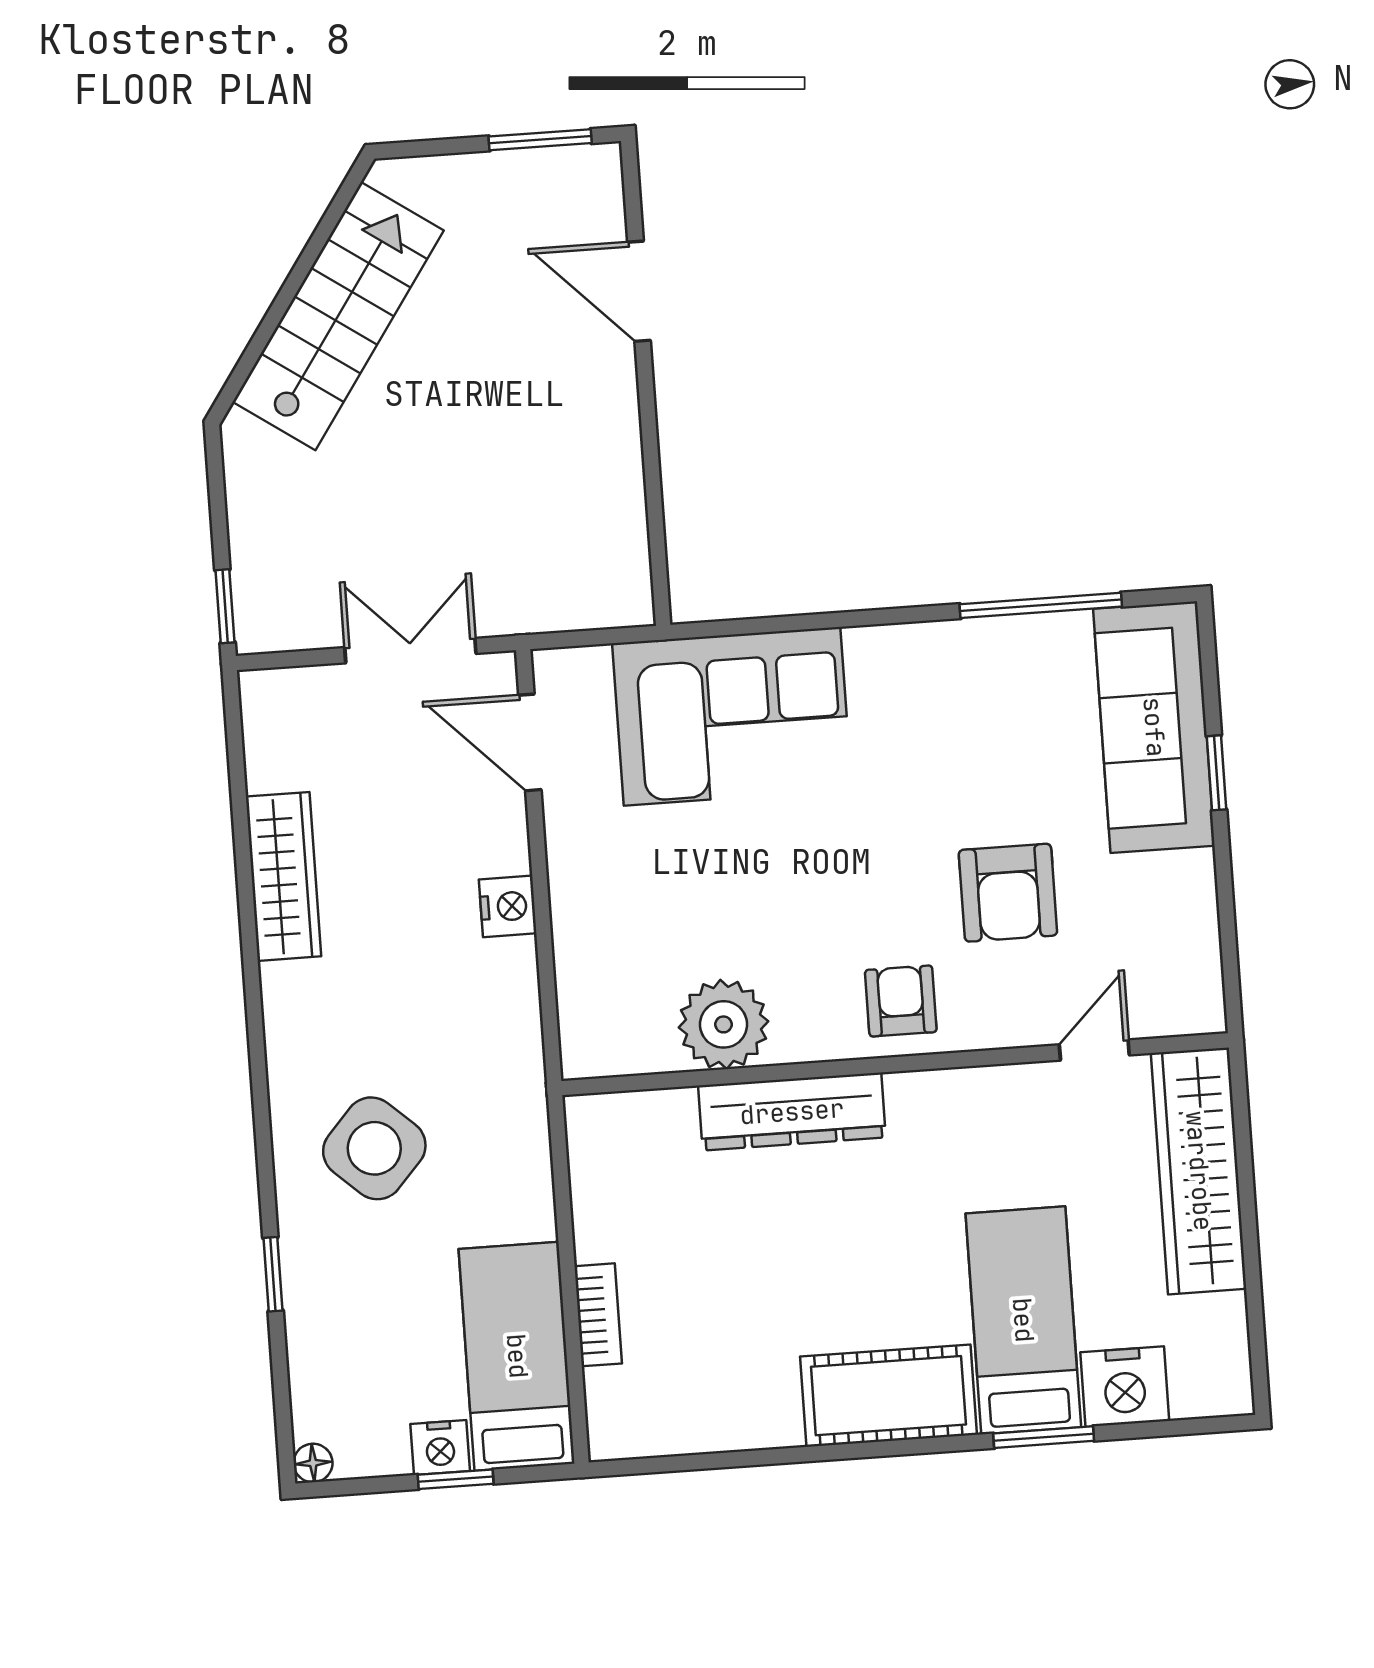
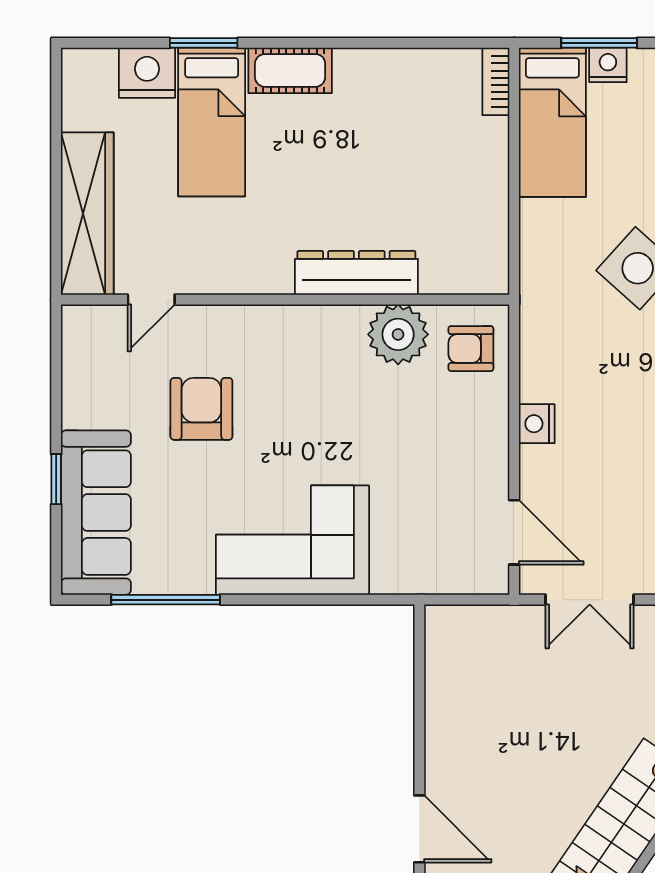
corner sofa: (732, 716) -> (292, 540), moved
armchair: (901, 1001) -> (471, 349), moved, turned 90
bookcase: (598, 1315) -> (496, 81), moved
cot: (888, 1396) -> (290, 70), width x0.73, depth x0.75
window: (456, 1479) -> (599, 43), width x1.50

